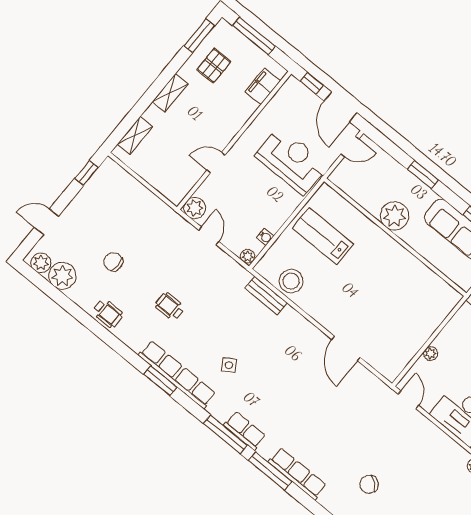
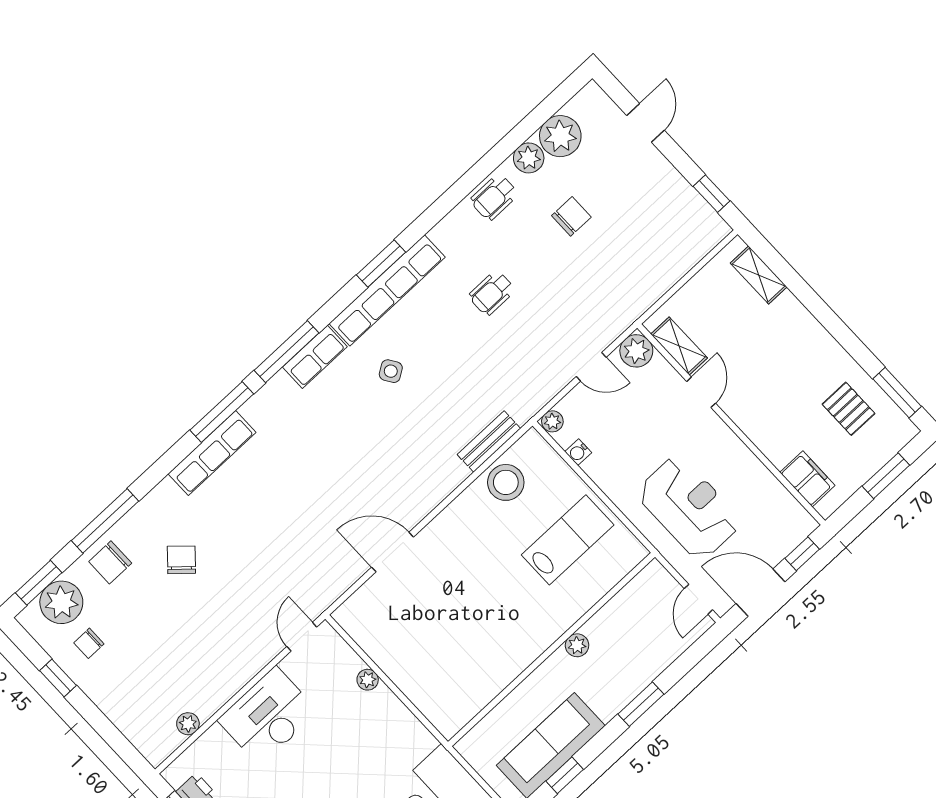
window: (254, 36) -> (886, 476), width x0.69
shelving: (170, 93) -> (679, 346), moved
reception desk: (292, 161) -> (689, 508), turned -90
plant: (395, 216) -> (577, 645), width x0.53, depth x0.53
plant: (41, 263) -> (529, 158), moved
wheelchair: (170, 307) -> (492, 293), turned 180
door: (408, 400) -> (302, 637), swing flipped
row of seats: (245, 431) -> (315, 357), moved

